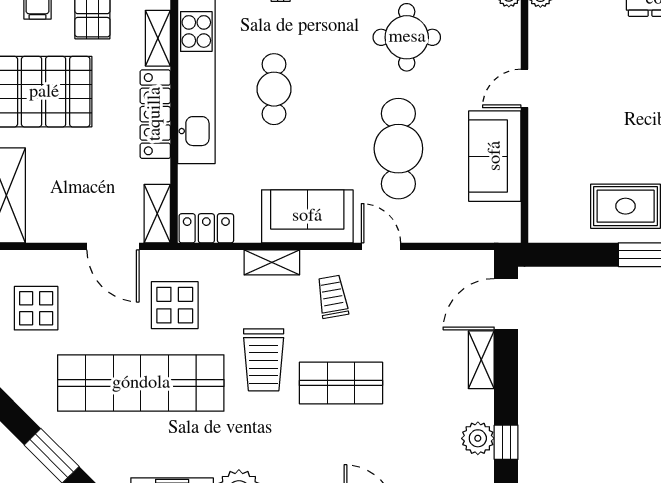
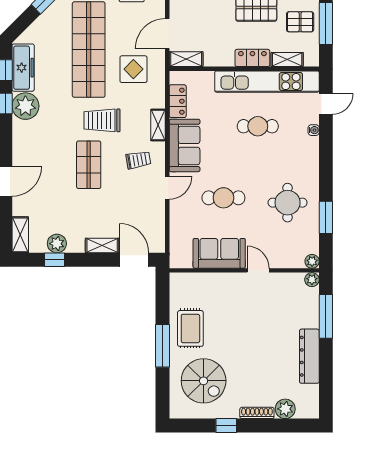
locker: (155, 114) -> (252, 58), width x0.66
cafe table: (398, 149) -> (223, 198), width x0.73, depth x0.74
locker: (206, 228) -> (178, 101), moved

